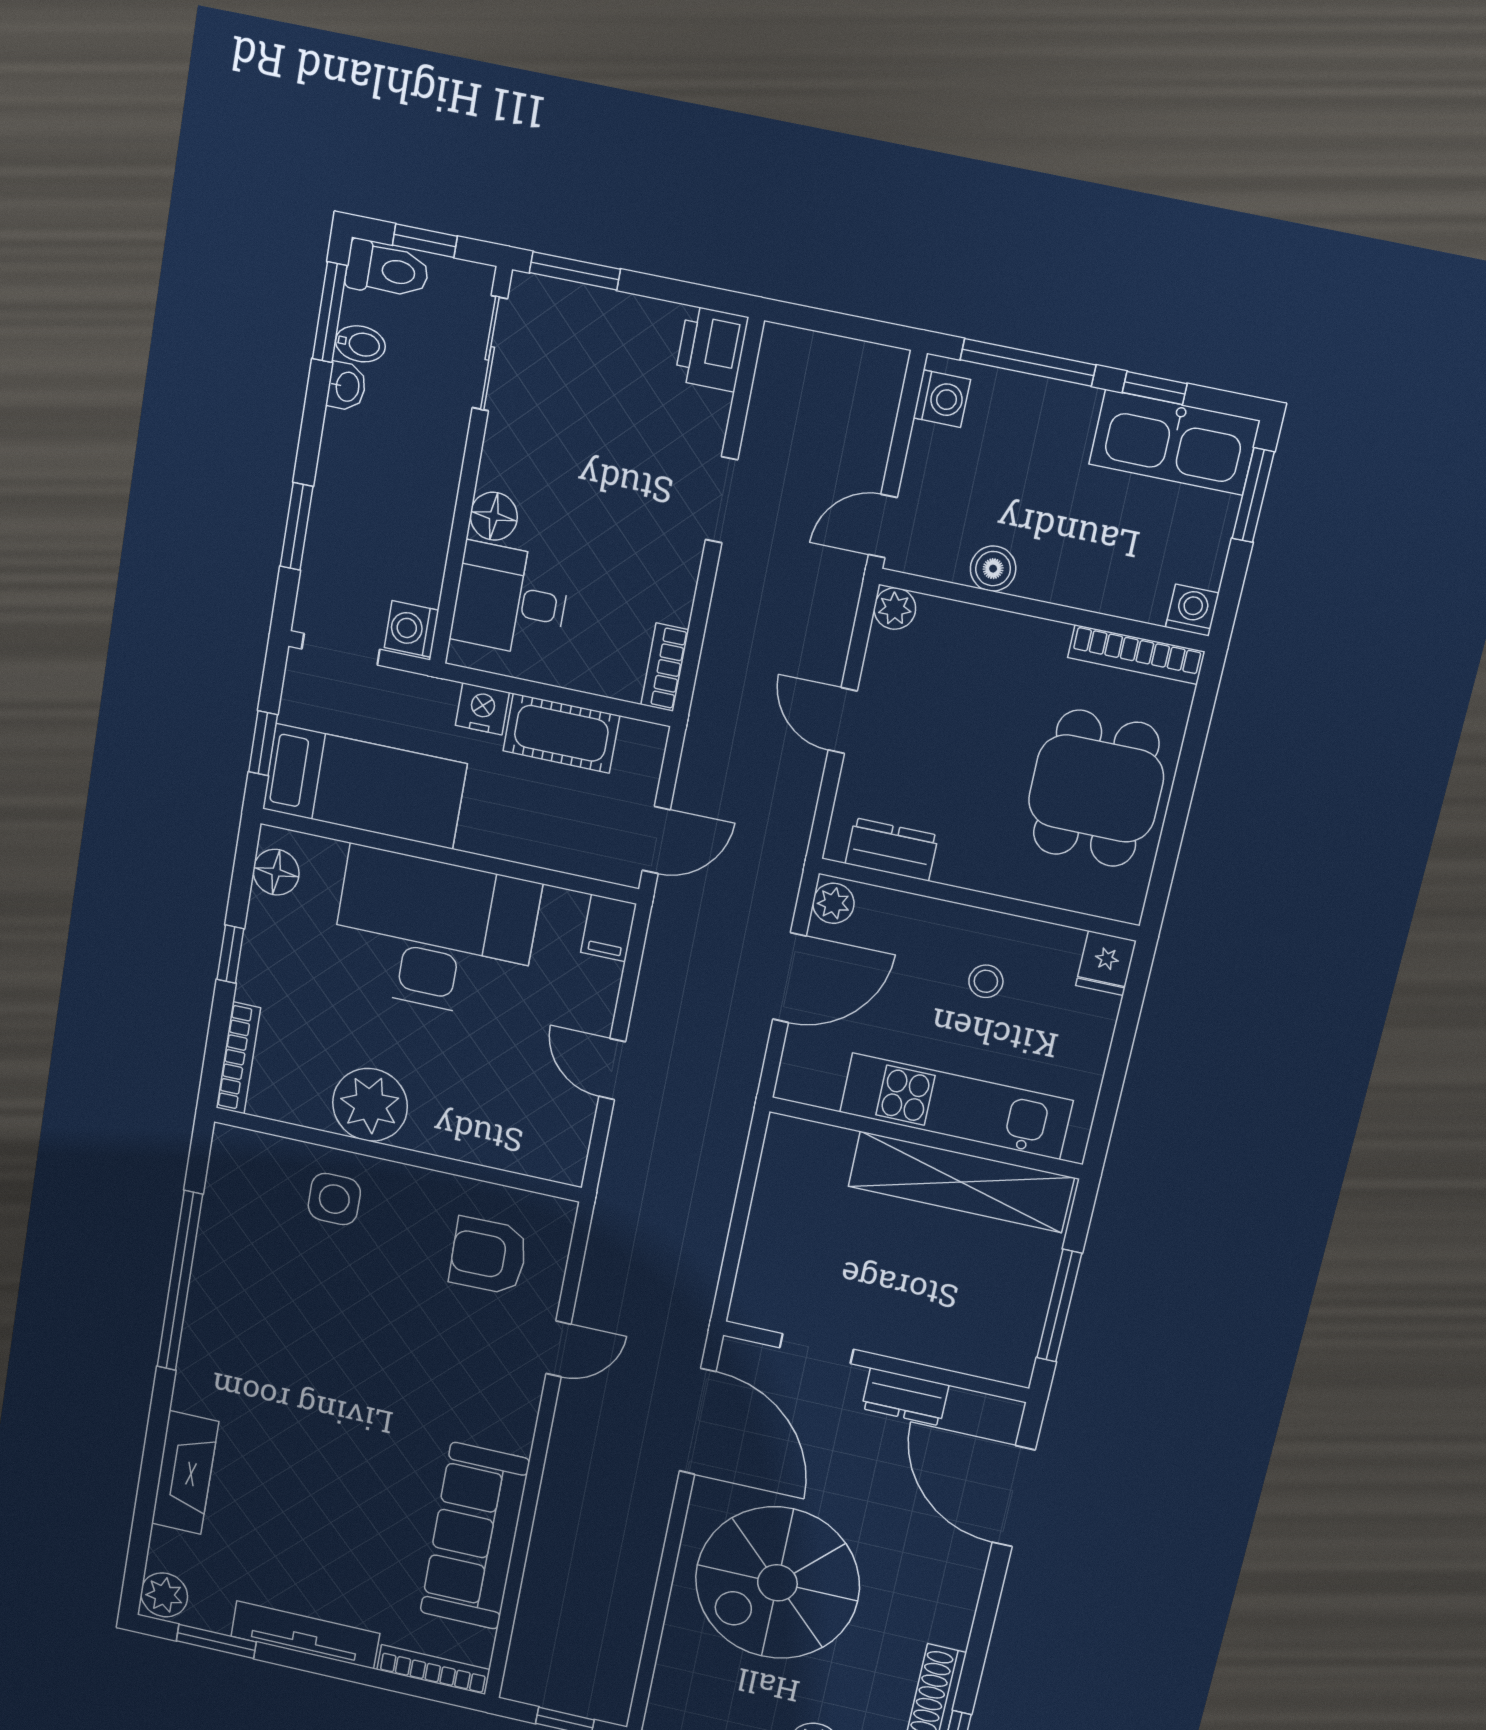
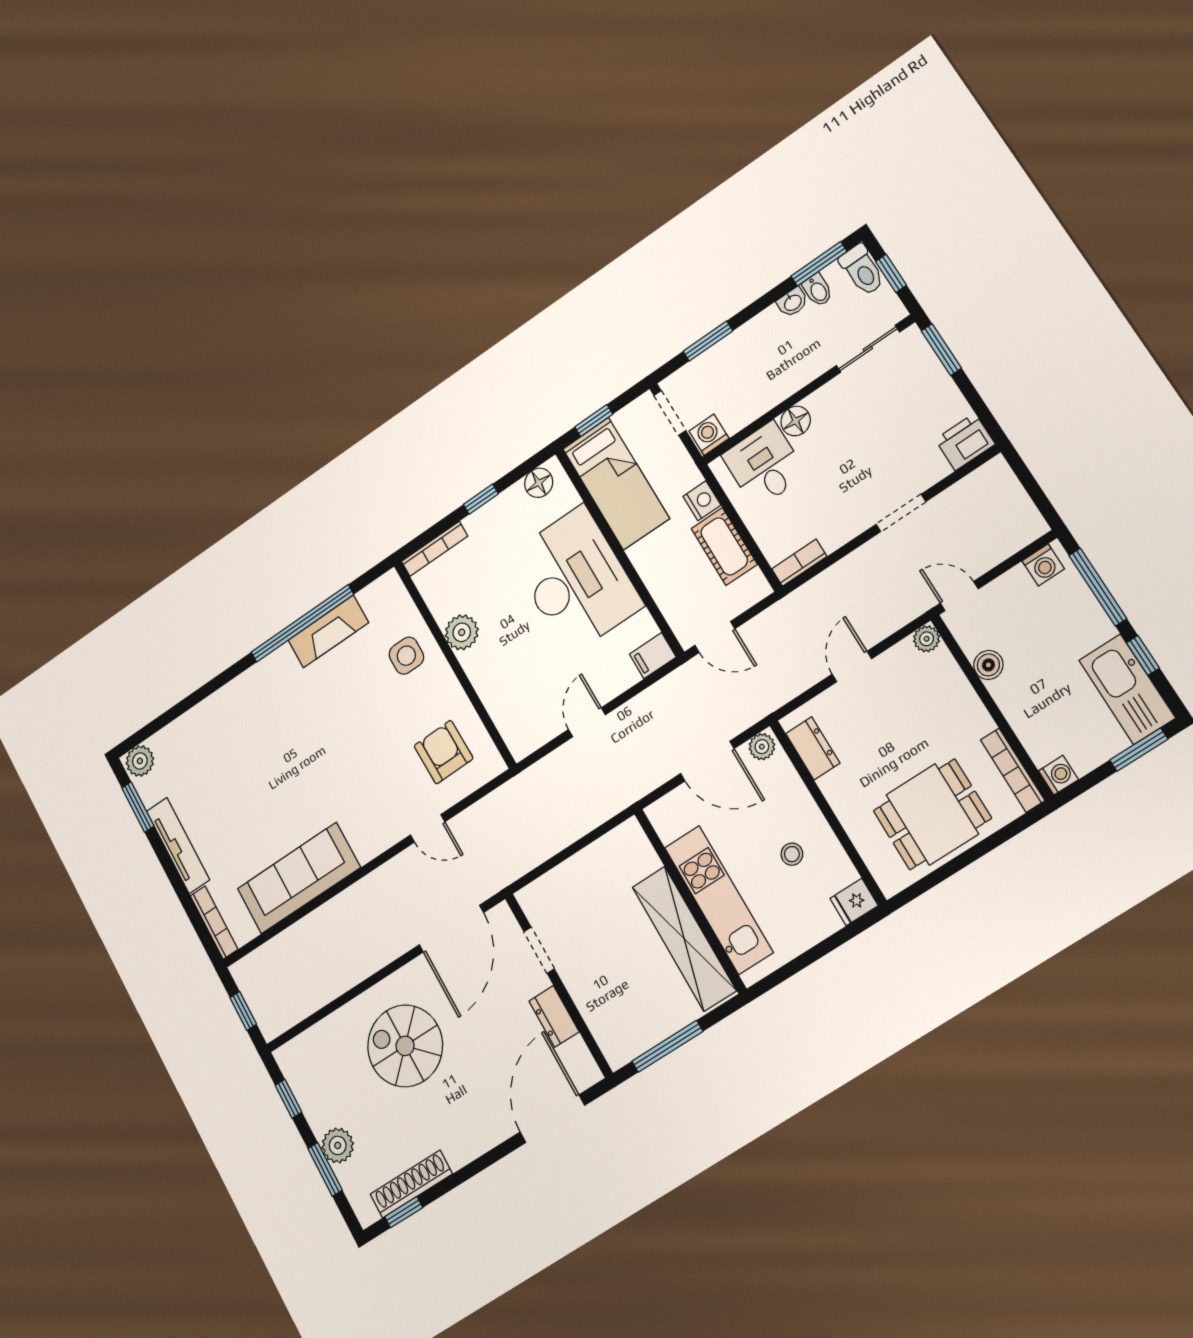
plant: (370, 1105) -> (462, 632), width x0.73, depth x0.73
fireplace: (185, 1473) -> (328, 631), moved
spiral stairs: (777, 1583) -> (405, 1046), width x0.73, depth x0.73

